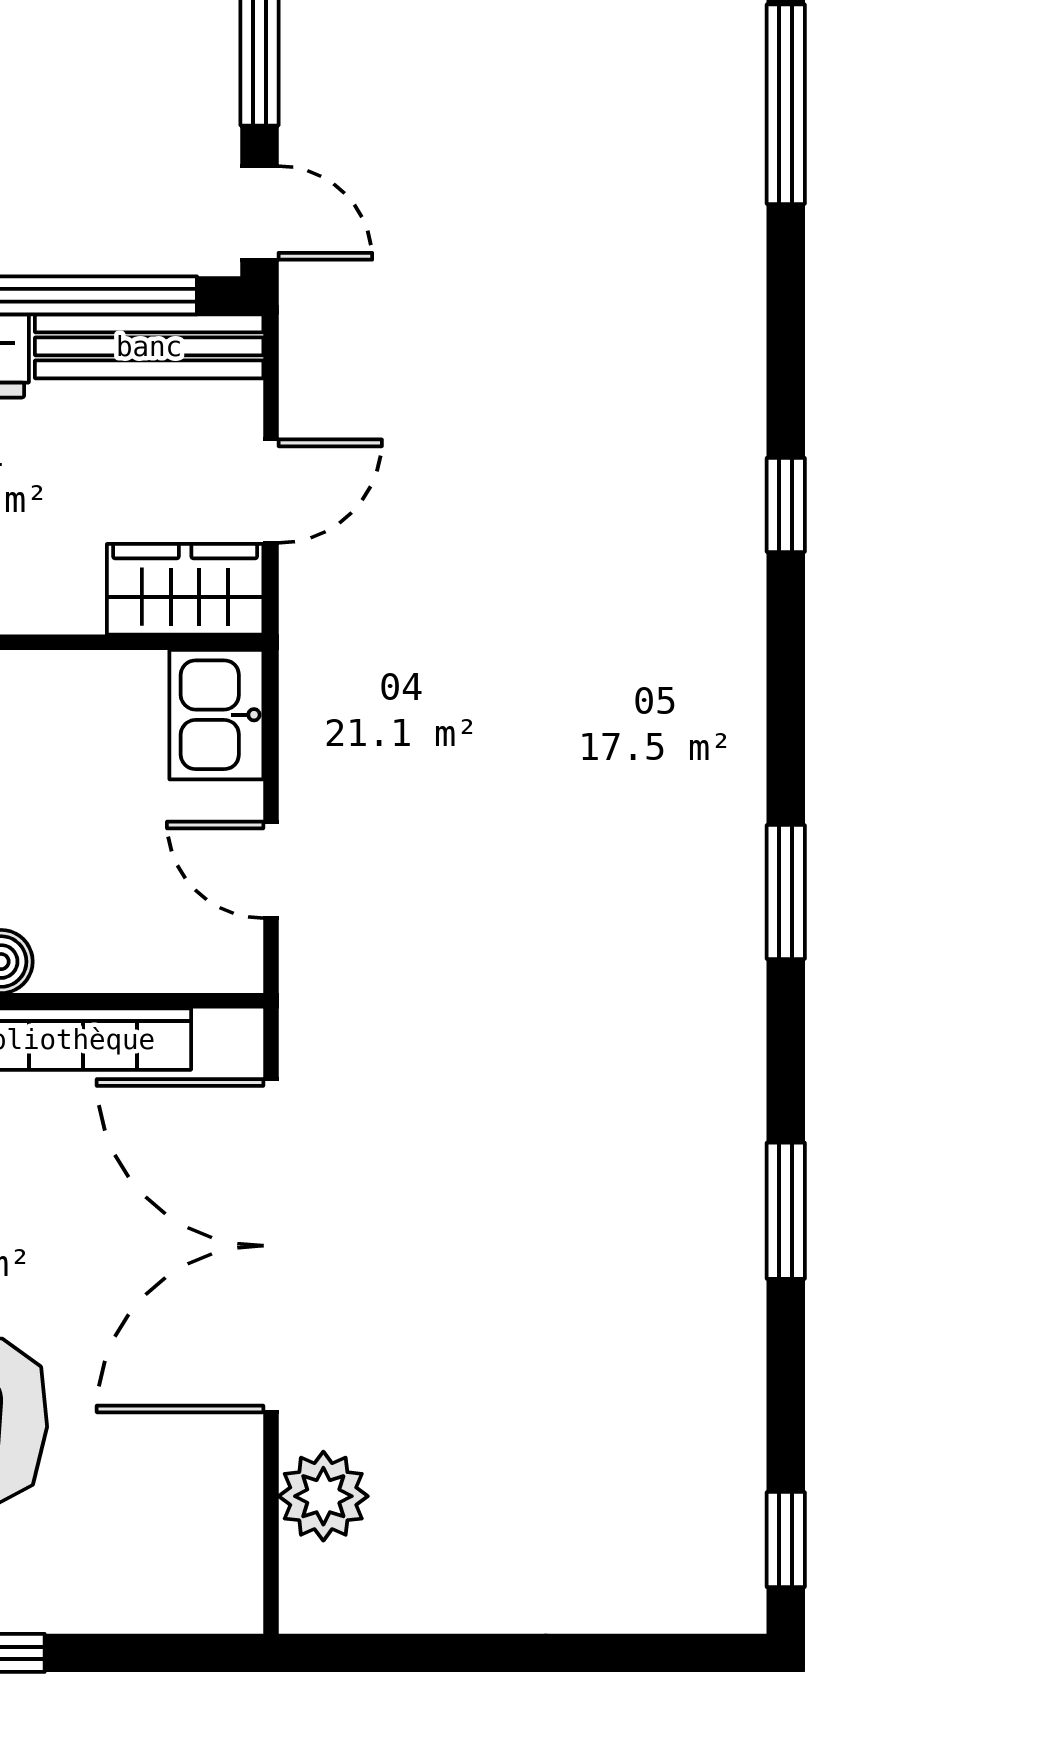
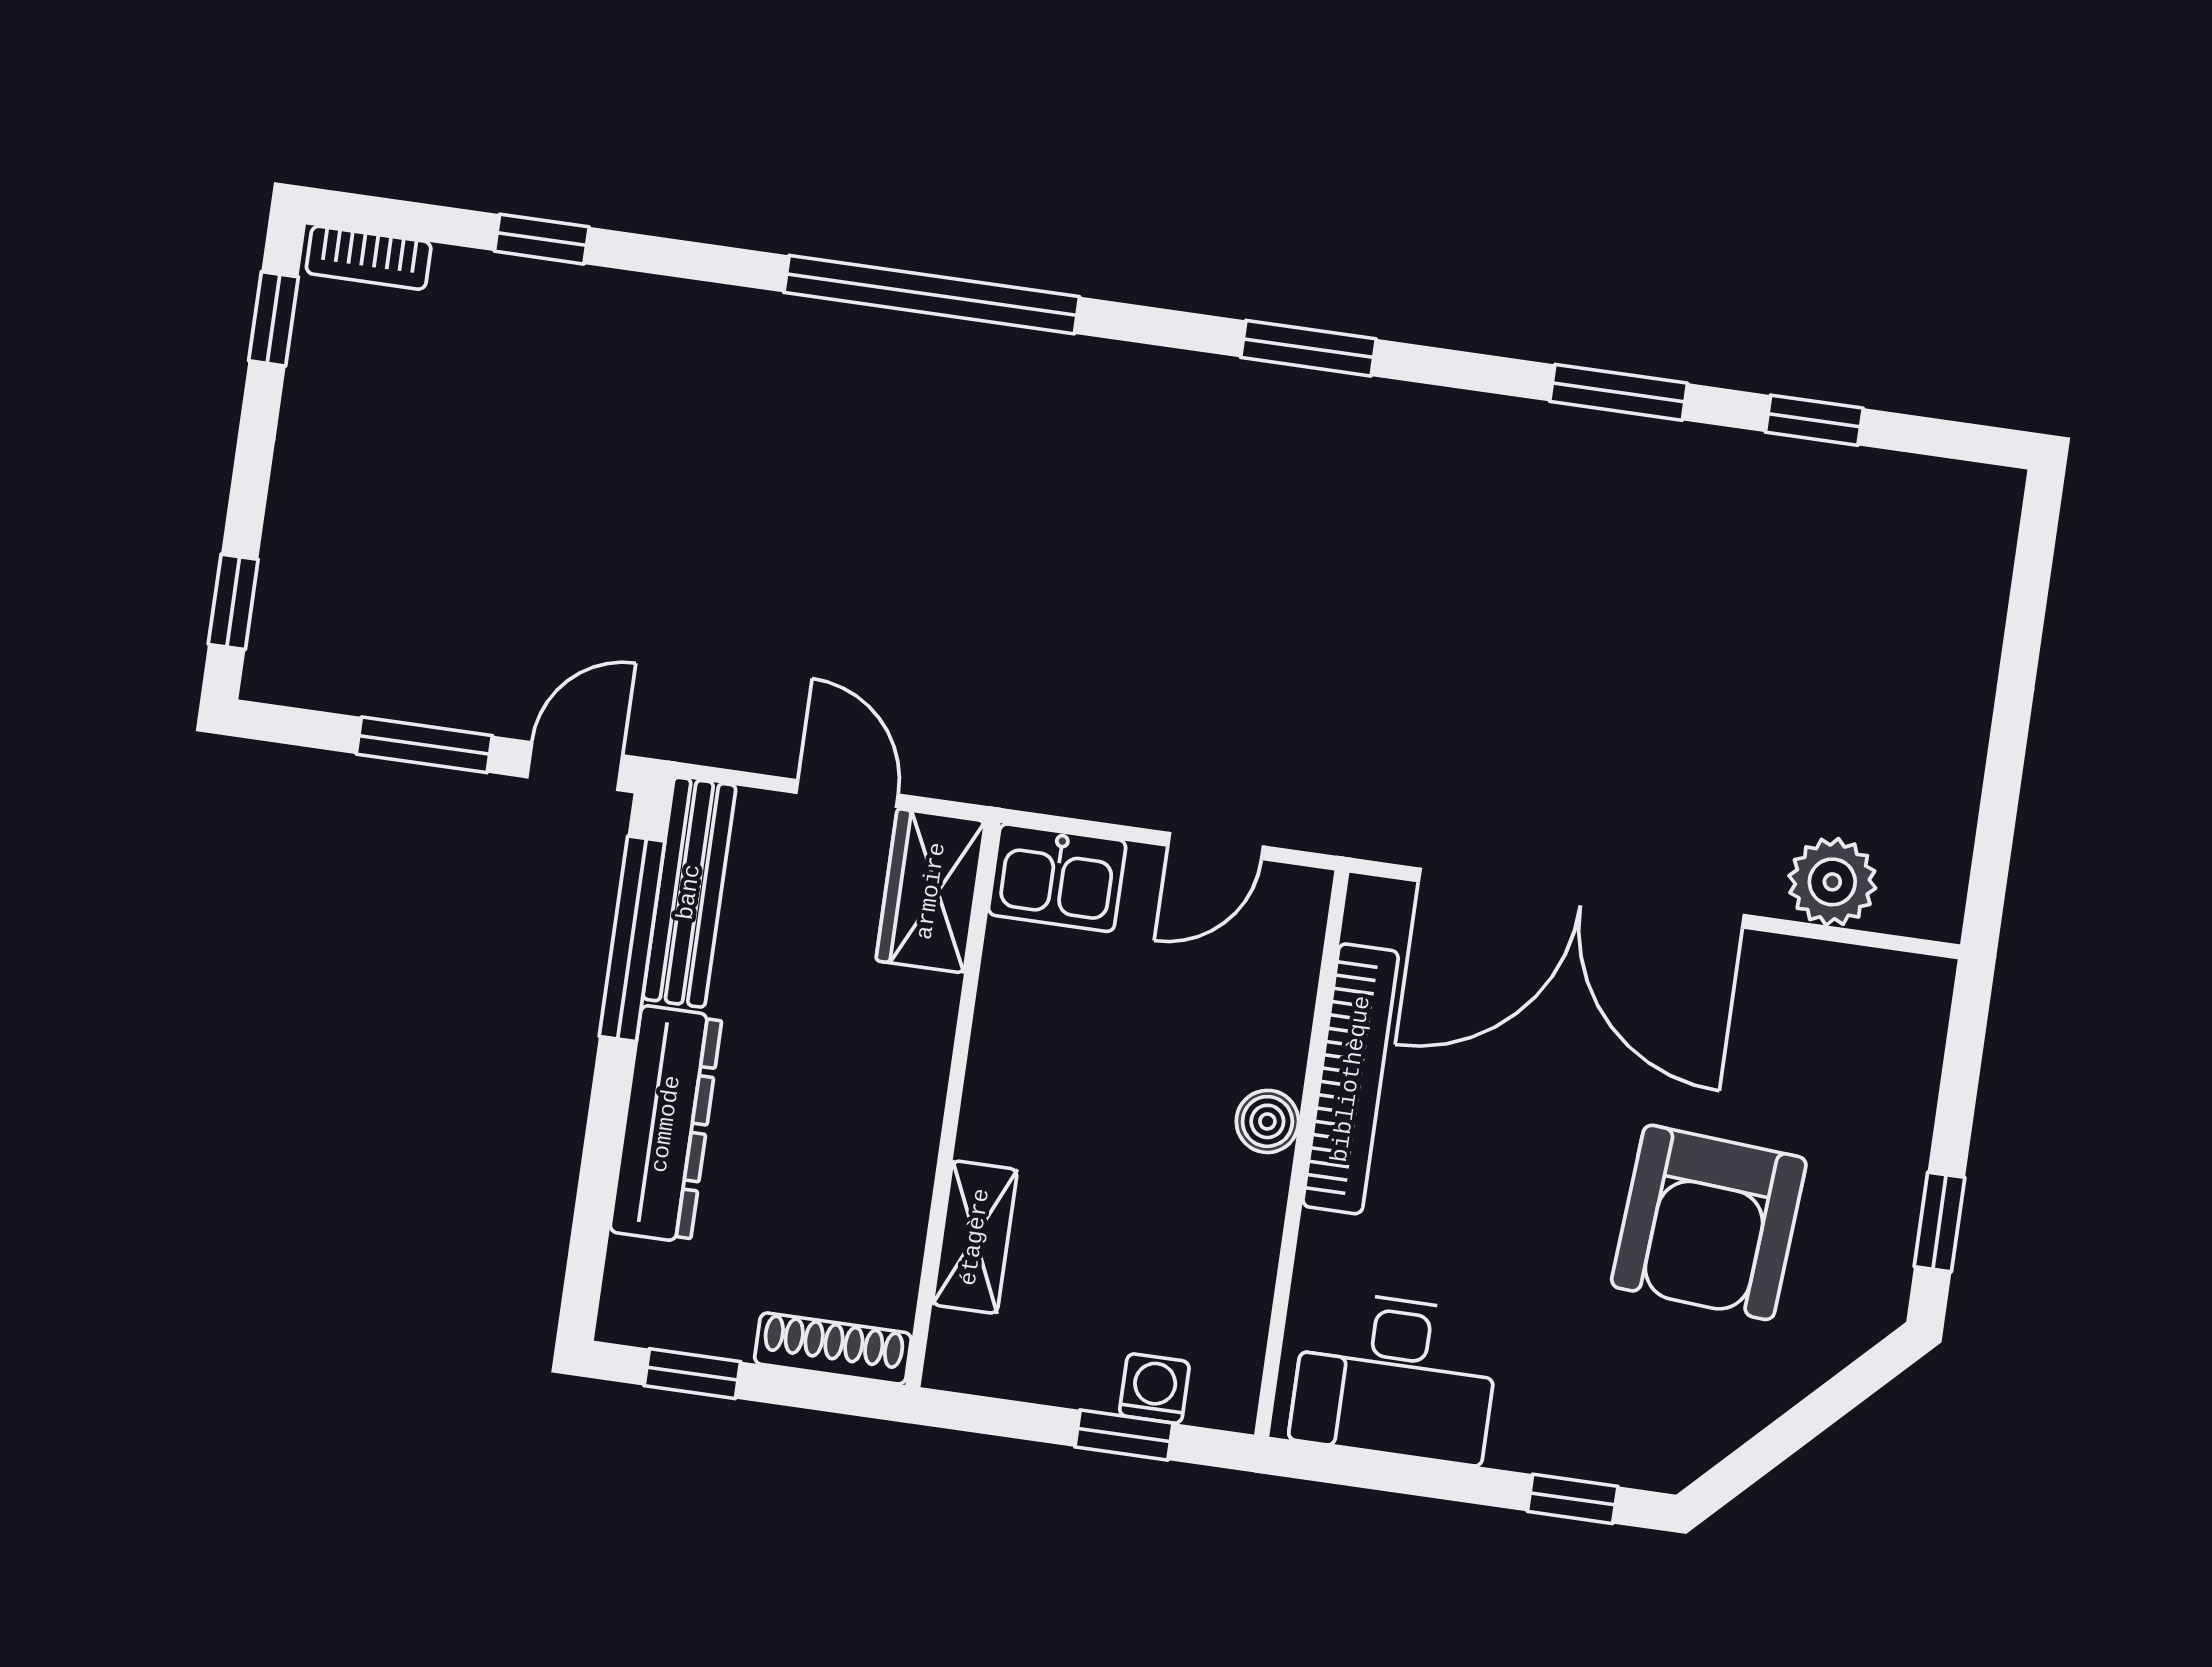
window: (786, 104) -> (542, 239), width x0.46
window: (786, 505) -> (932, 295), width x3.17
window: (786, 1540) -> (1814, 420), moved

